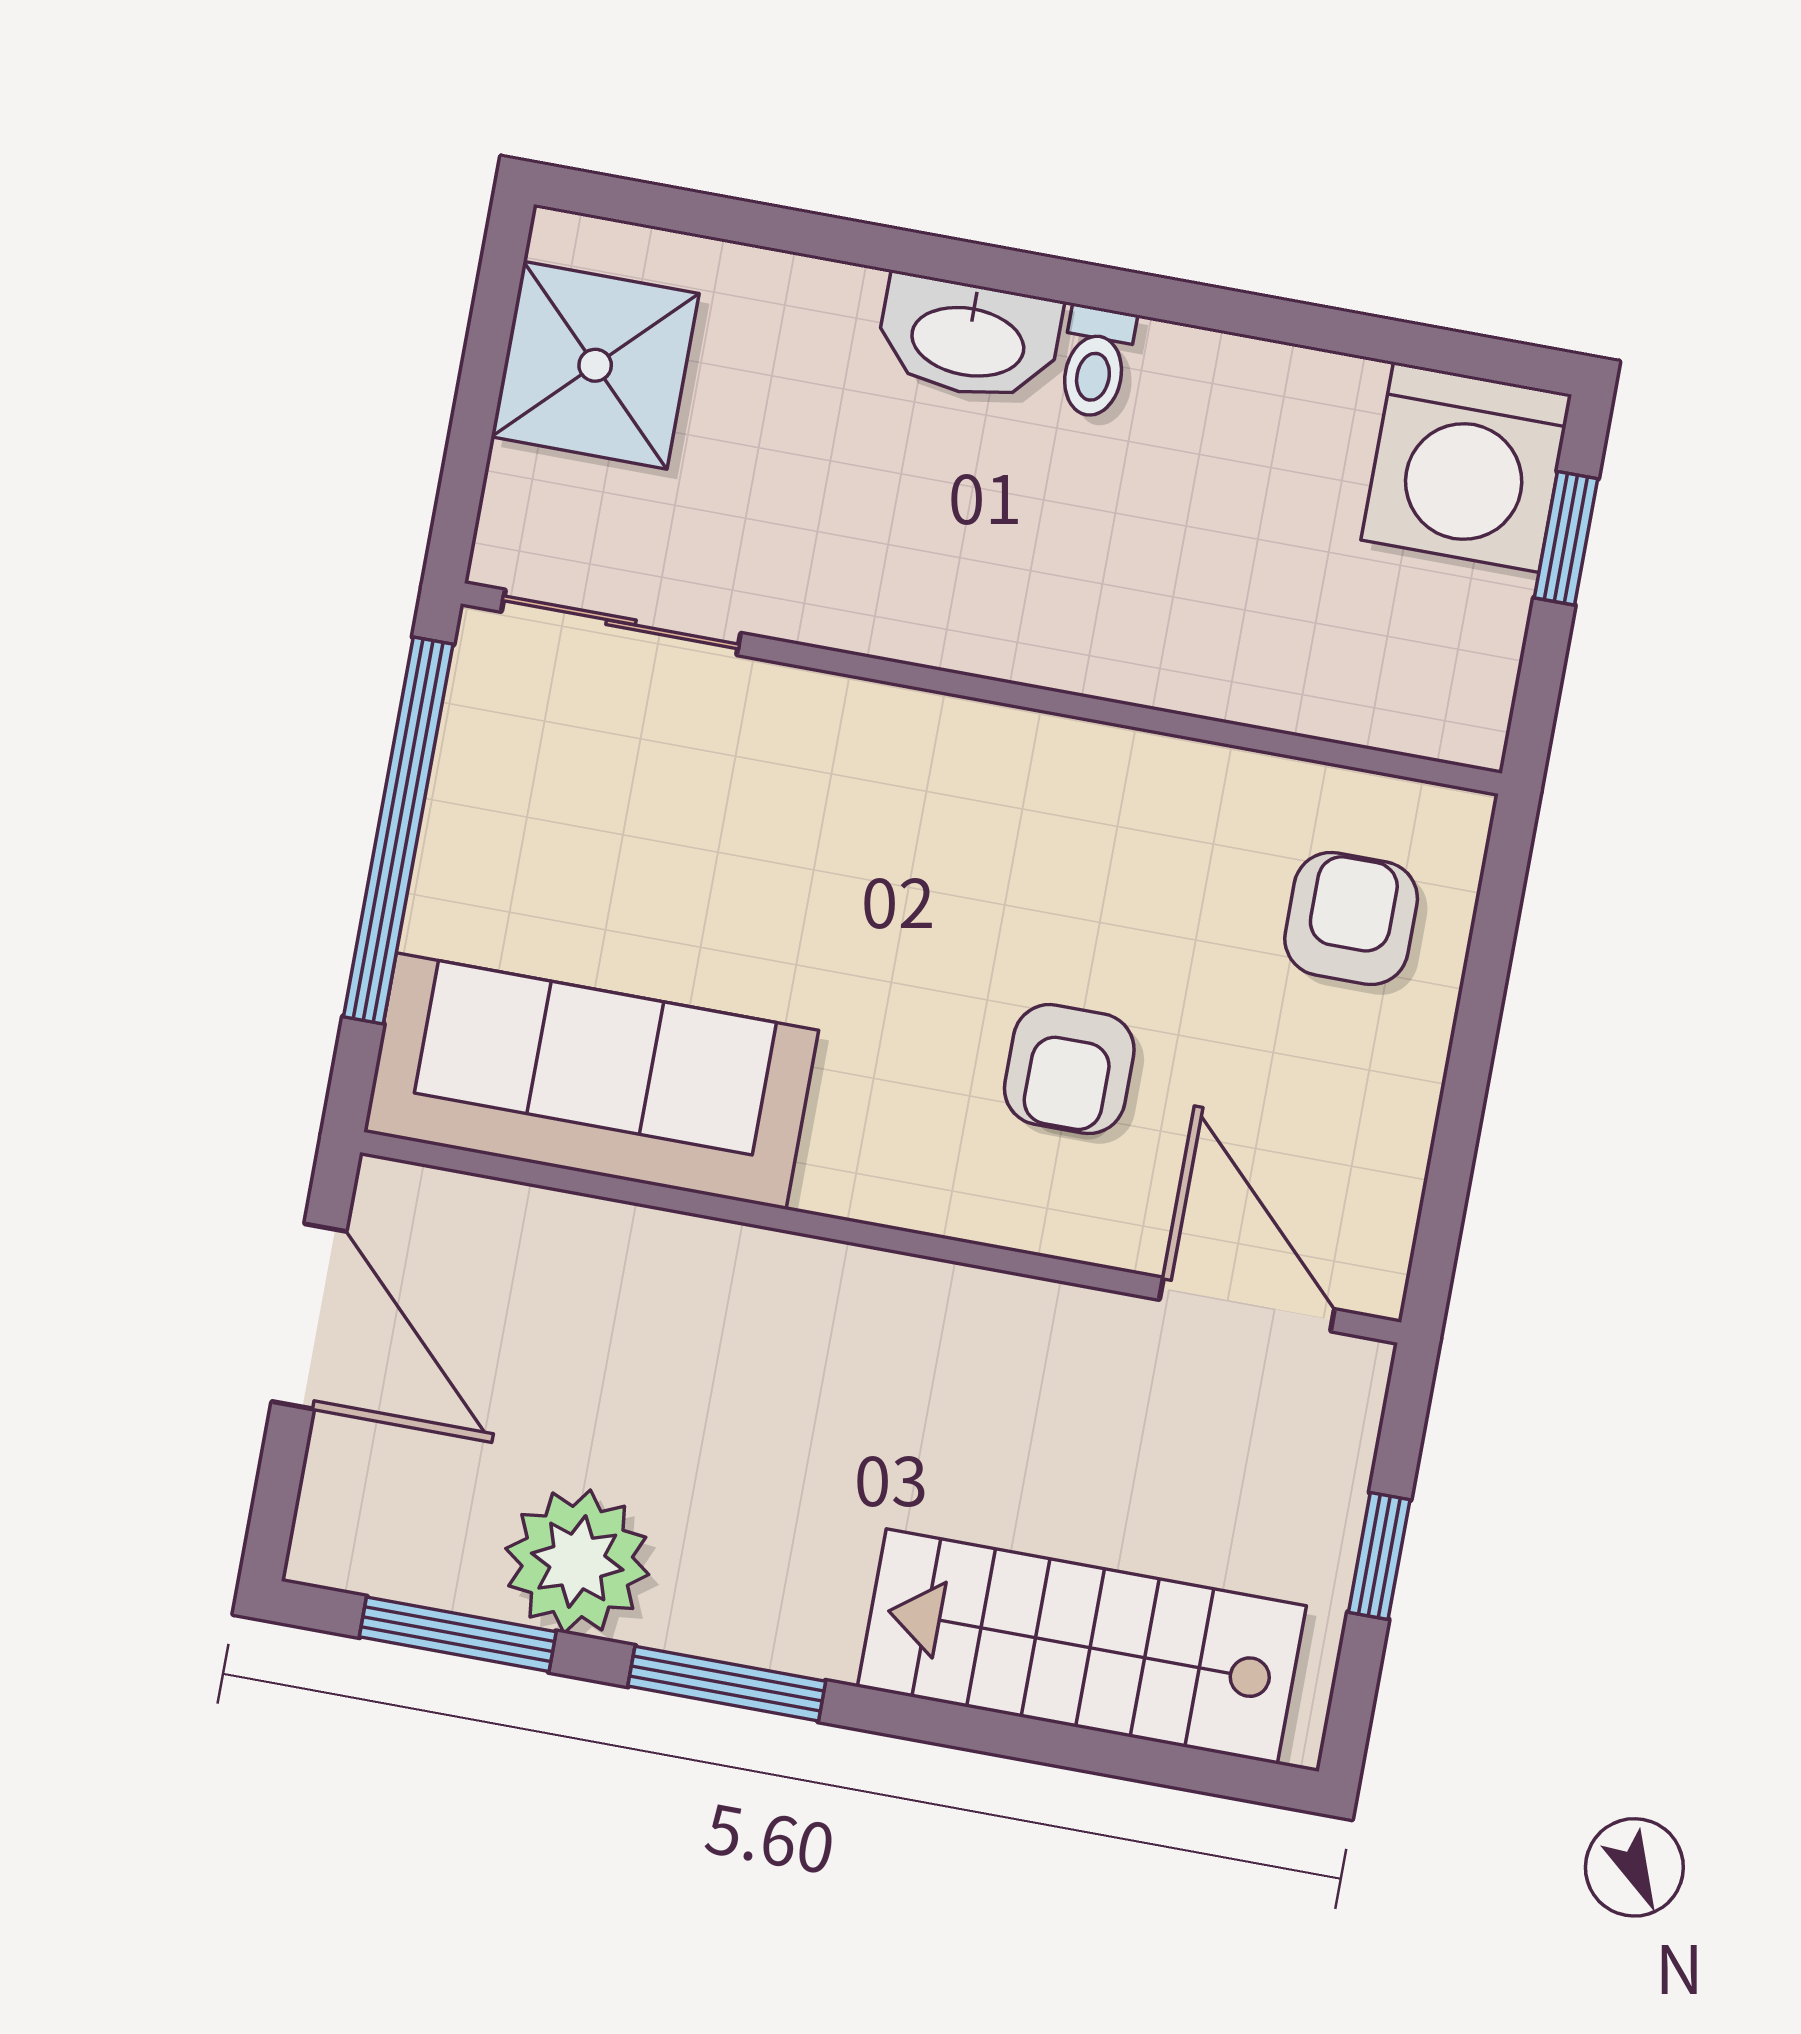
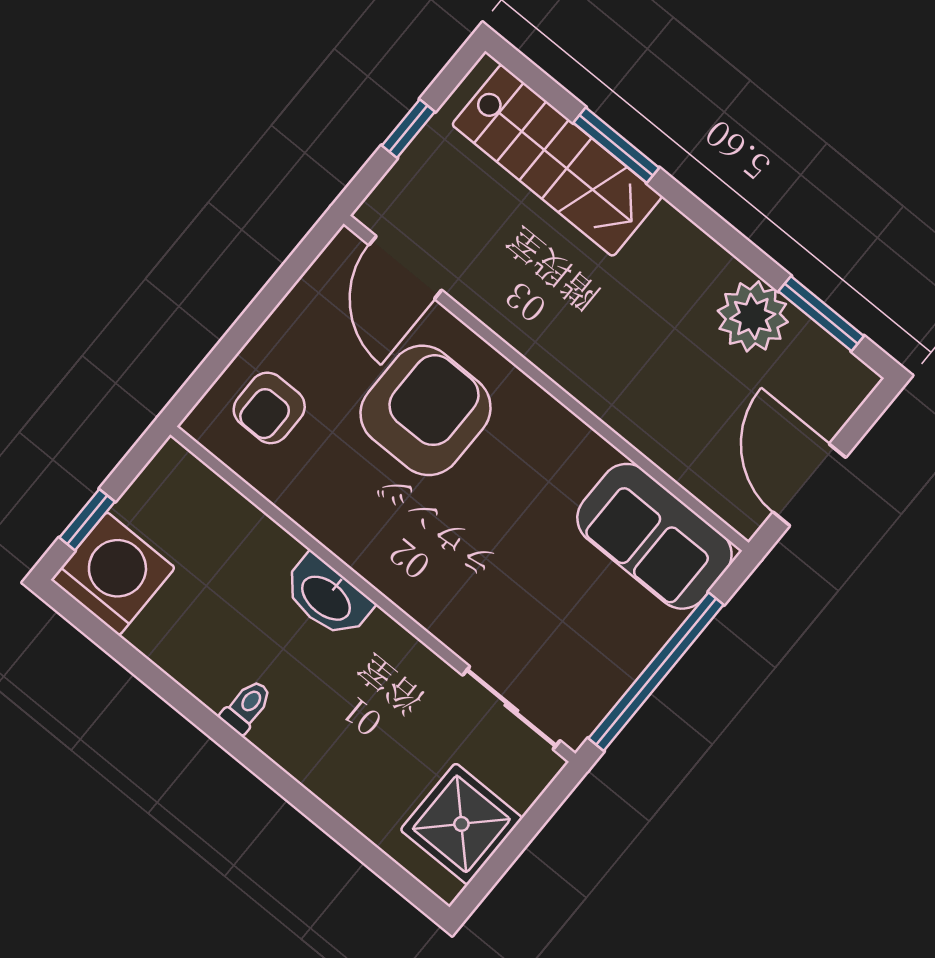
washbasin: (968, 339) -> (327, 597), moved, turned 180
armchair: (1069, 1069) -> (426, 410), width x1.88, depth x1.88
sofa: (591, 1081) -> (654, 536), width x0.73
window: (727, 1684) -> (616, 145), moved

